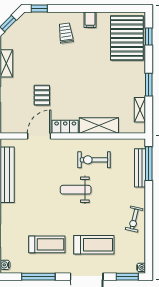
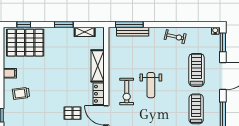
exercise bike: (94, 160) -> (127, 92), moved

